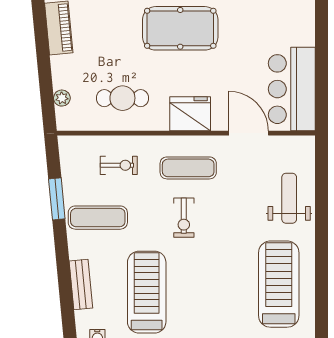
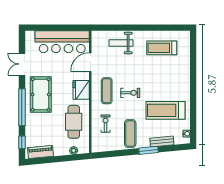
bar counter: (292, 89) -> (62, 42), width x1.36
cafe table: (122, 98) -> (74, 122), width x1.37, depth x1.35
window: (57, 199) -> (148, 150), moved
treadmill: (279, 284) -> (162, 48), width x0.73, depth x0.73

